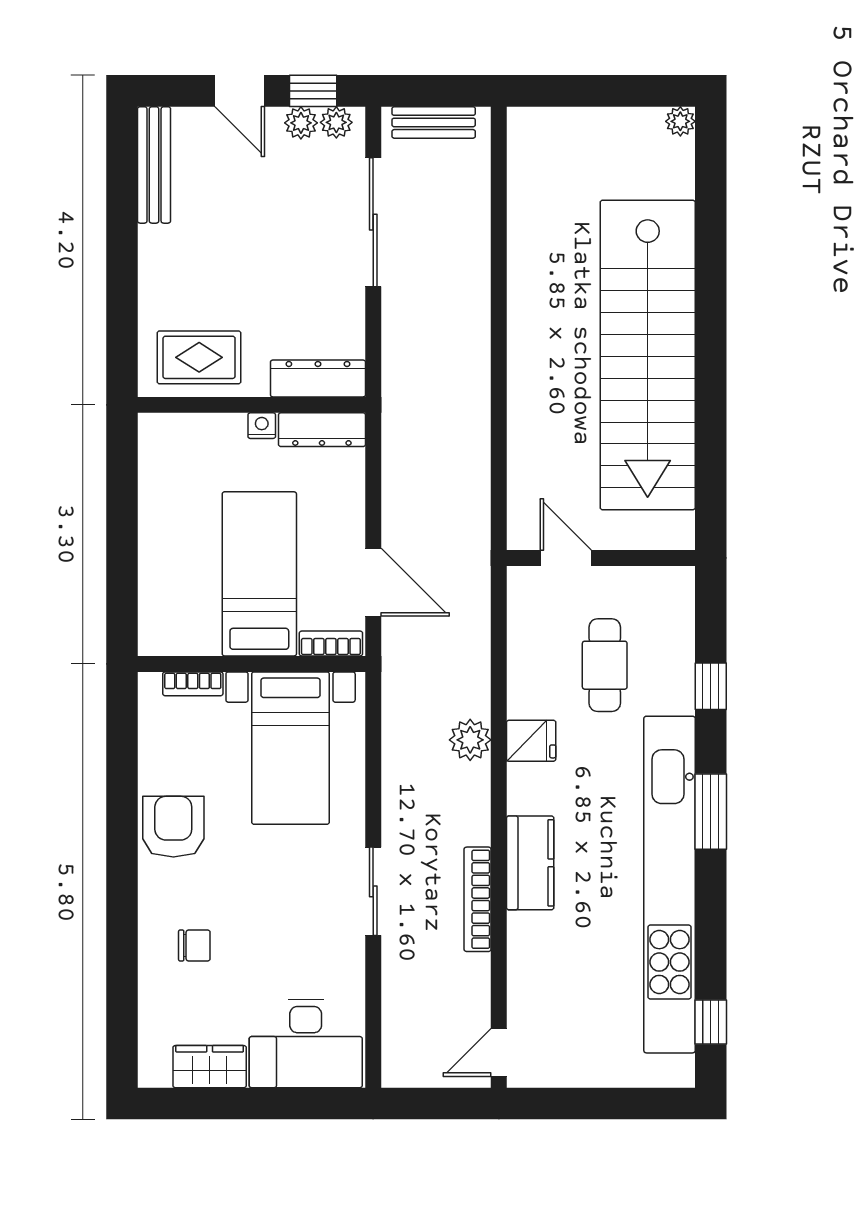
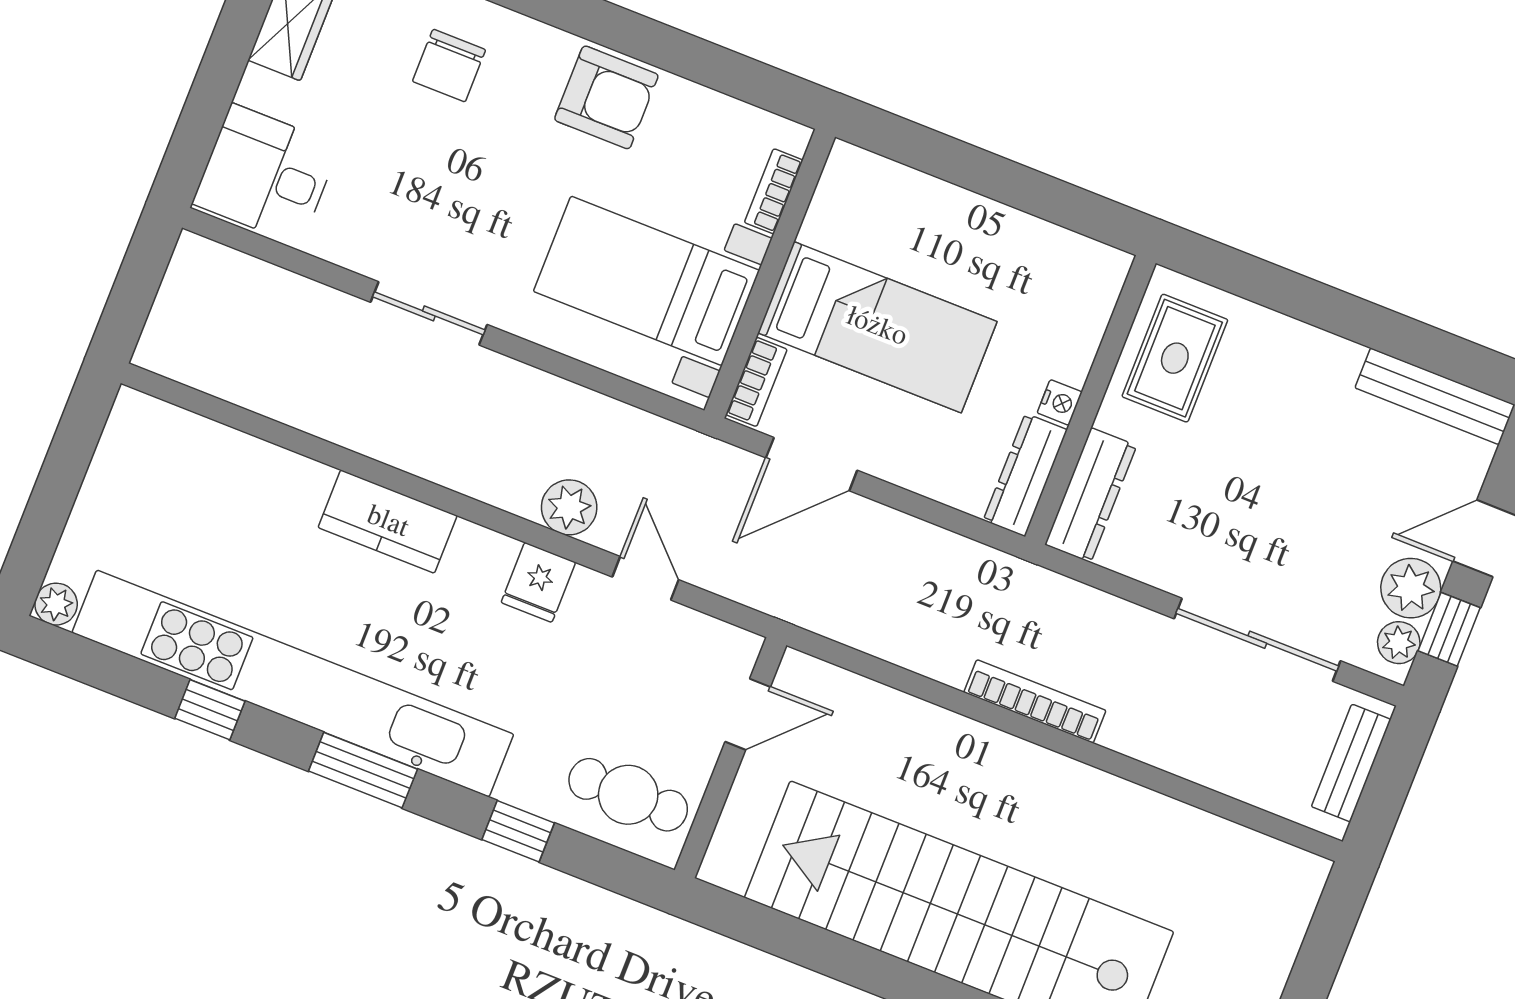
plant: (301, 123) -> (1411, 588), width x1.38, depth x1.38
cafe table: (605, 665) -> (628, 795), moved
bookcase: (478, 899) -> (1035, 701), moved
chair: (194, 946) -> (449, 66), width x1.37, depth x1.37
window: (711, 1022) -> (210, 710), moved
desk: (306, 1044) -> (266, 175), width x0.73
door: (499, 1052) -> (646, 578), moved
plant: (679, 1072) -> (56, 604), added

